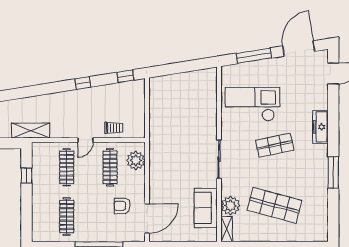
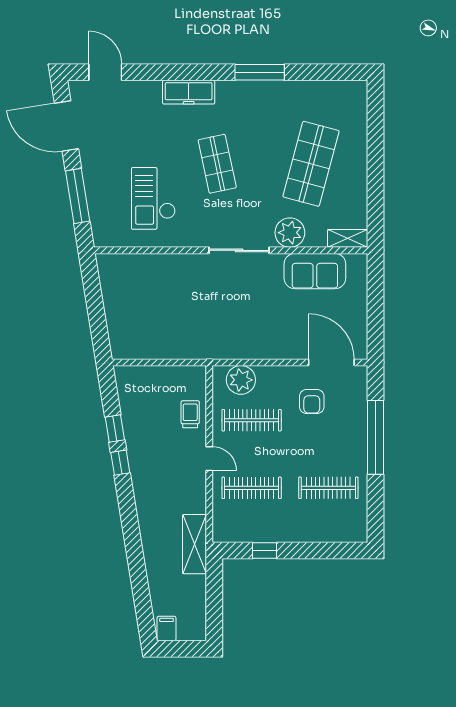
window: (125, 76) -> (115, 428), moved
checkout: (252, 104) -> (153, 198), width x0.73, depth x0.83
plant: (230, 206) -> (290, 233), moved

